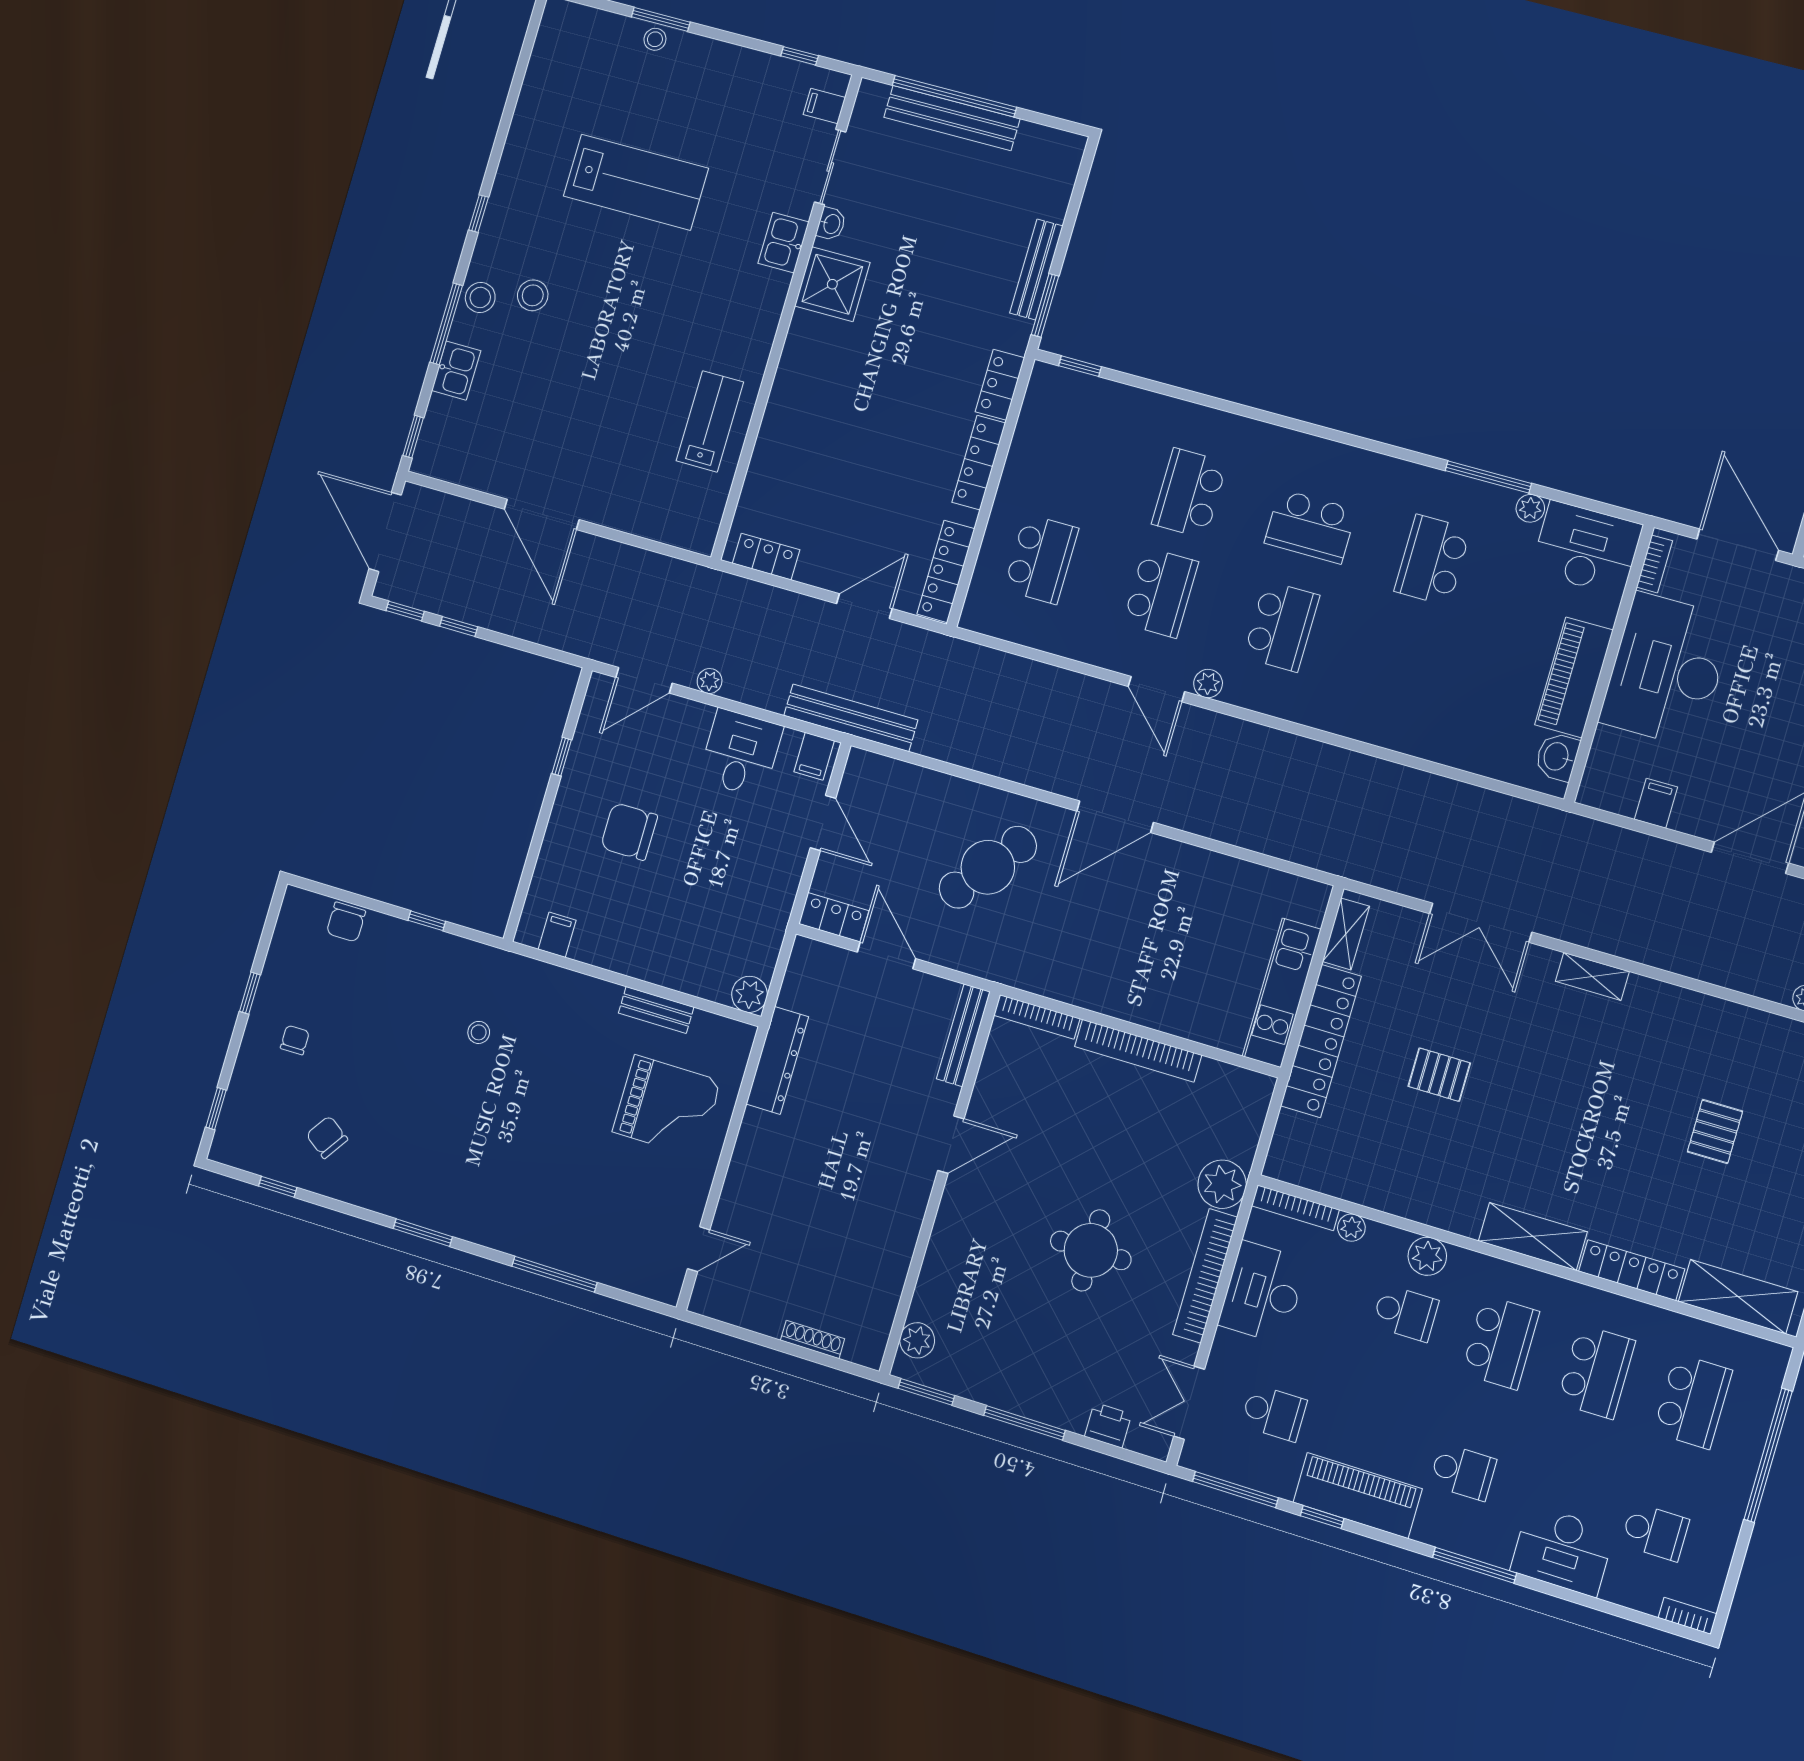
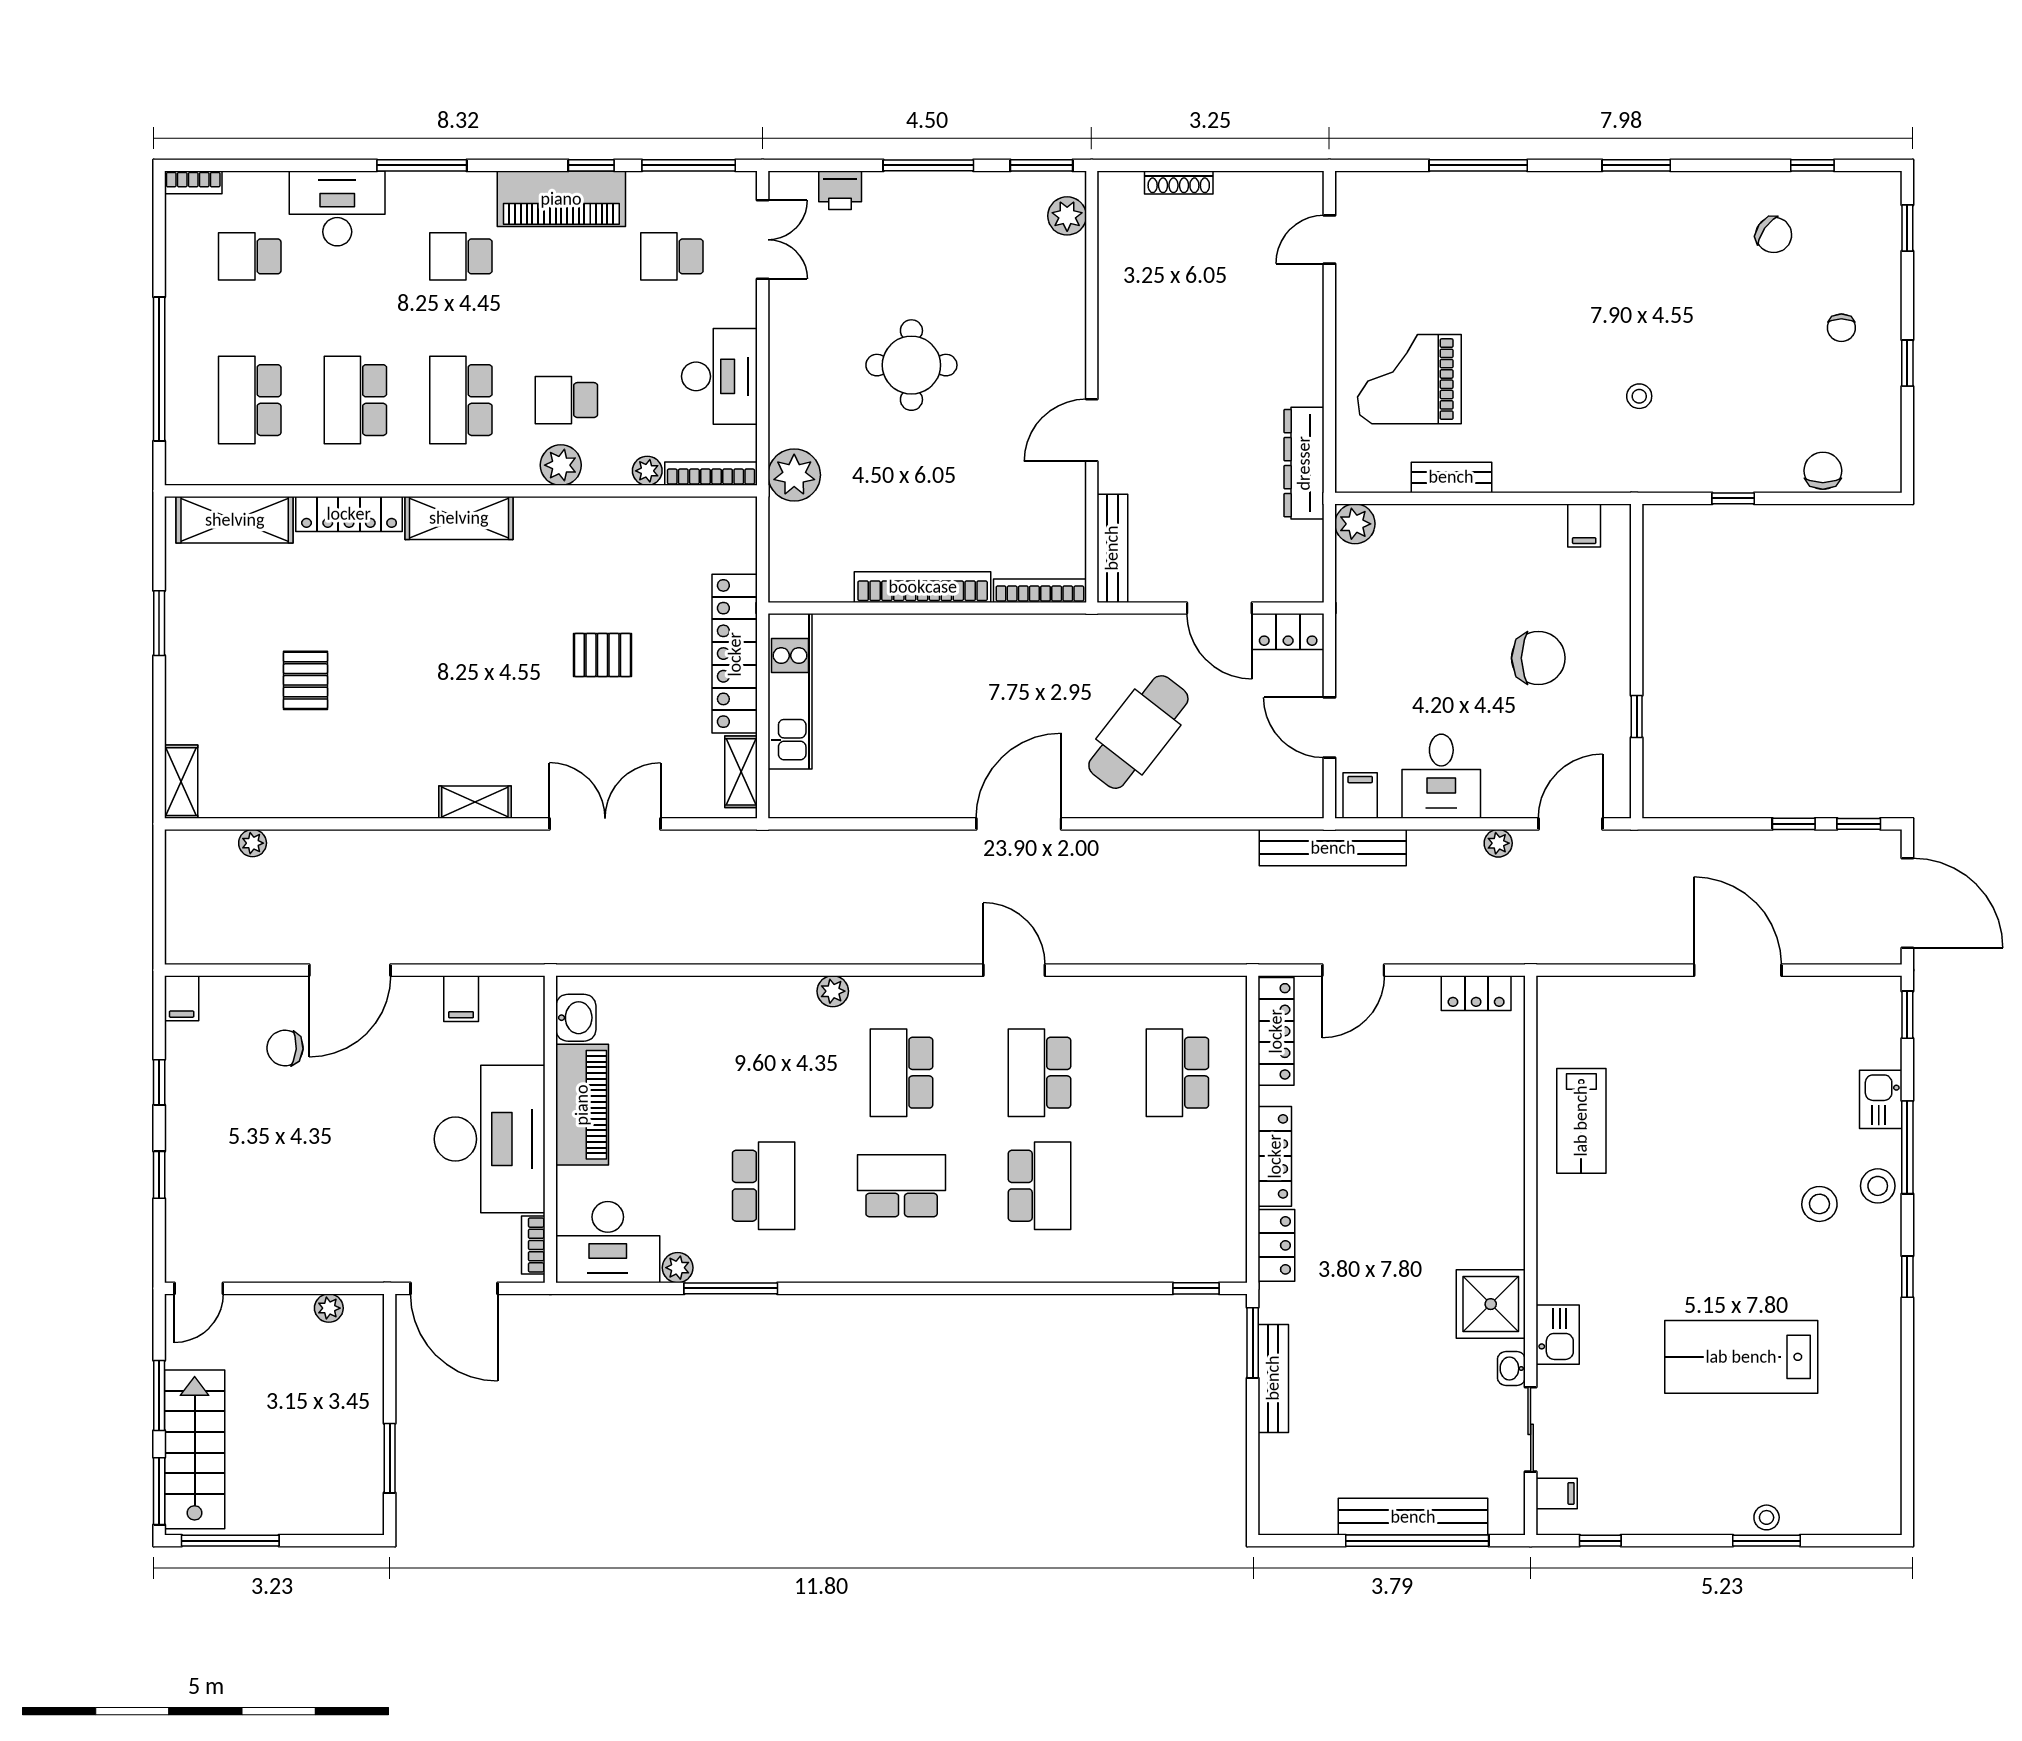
plant: (1208, 684) -> (833, 991), moved
bookcase: (1205, 1276) -> (784, 375), removed

